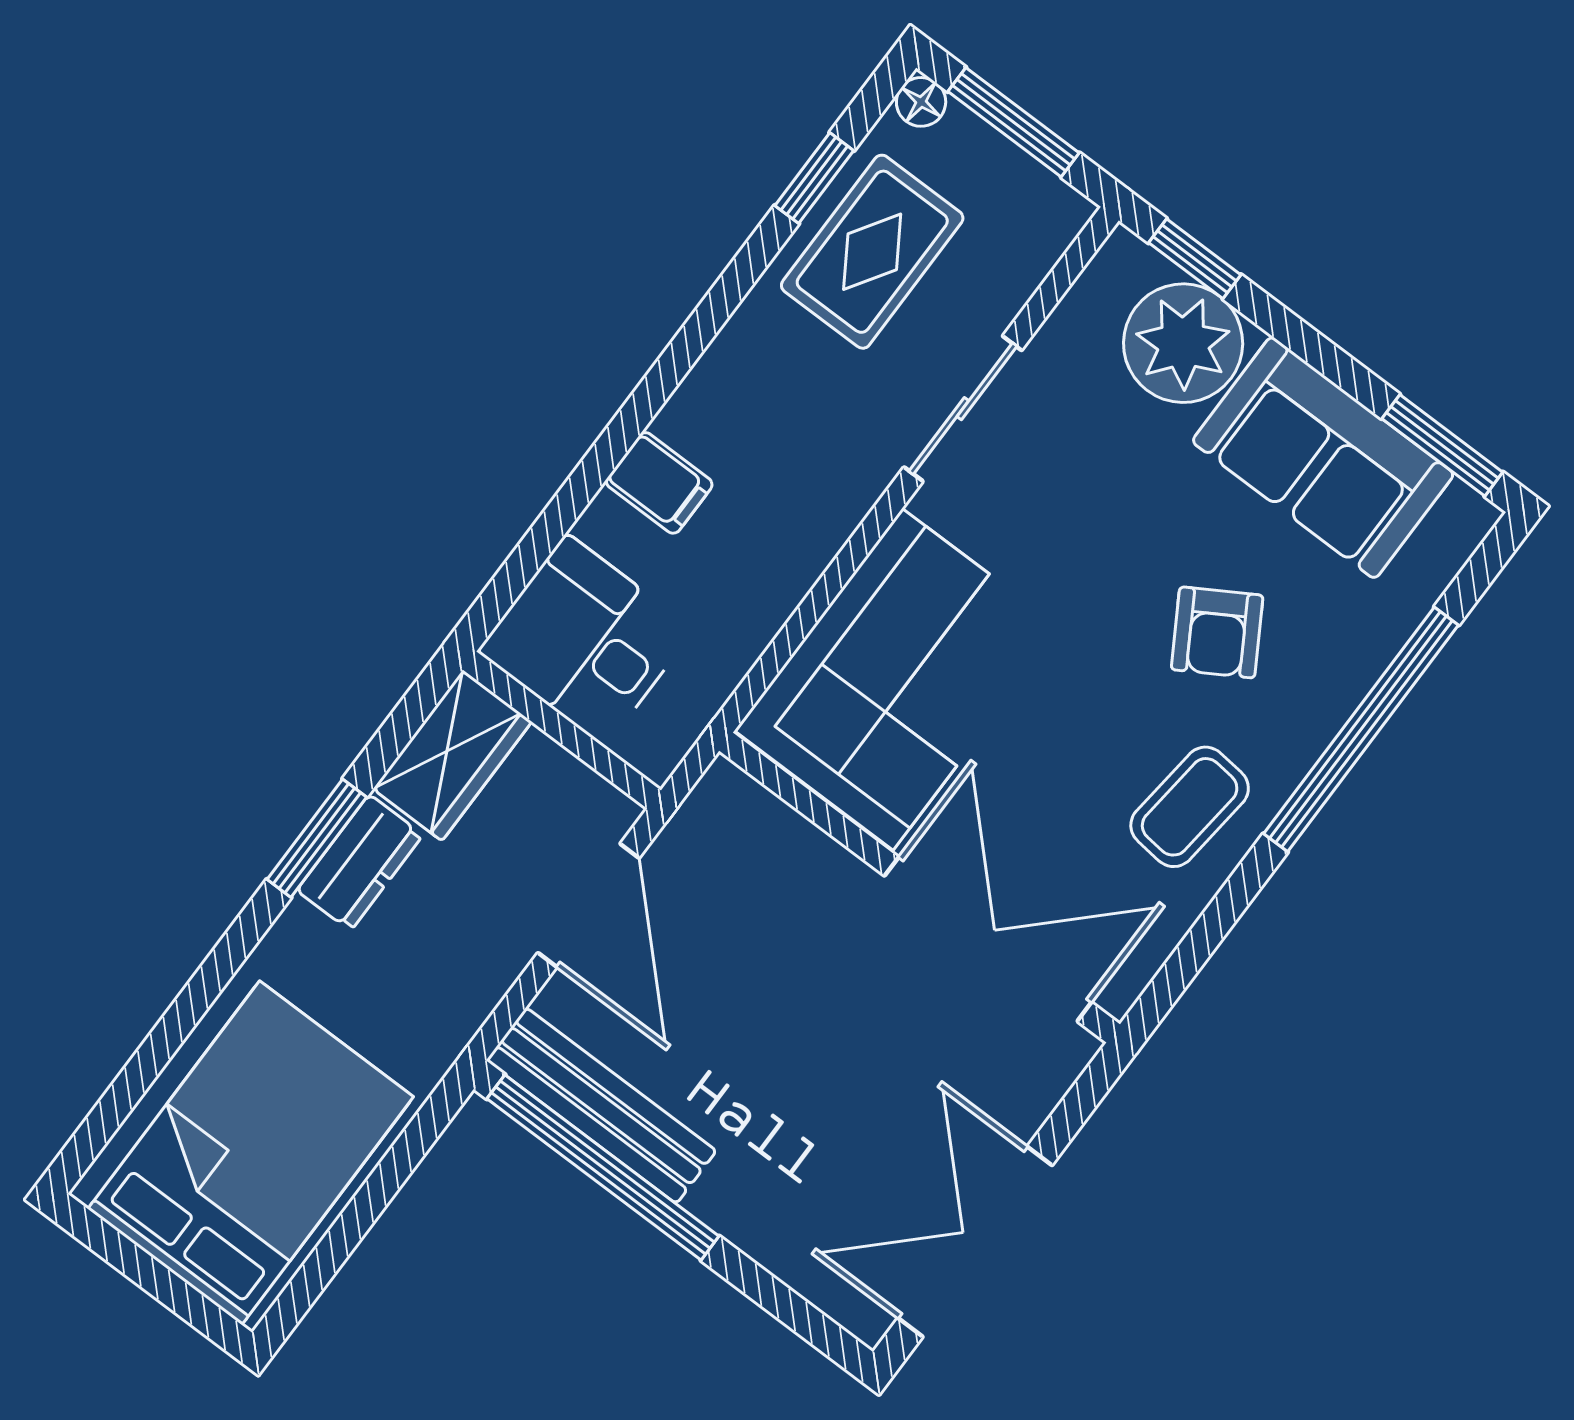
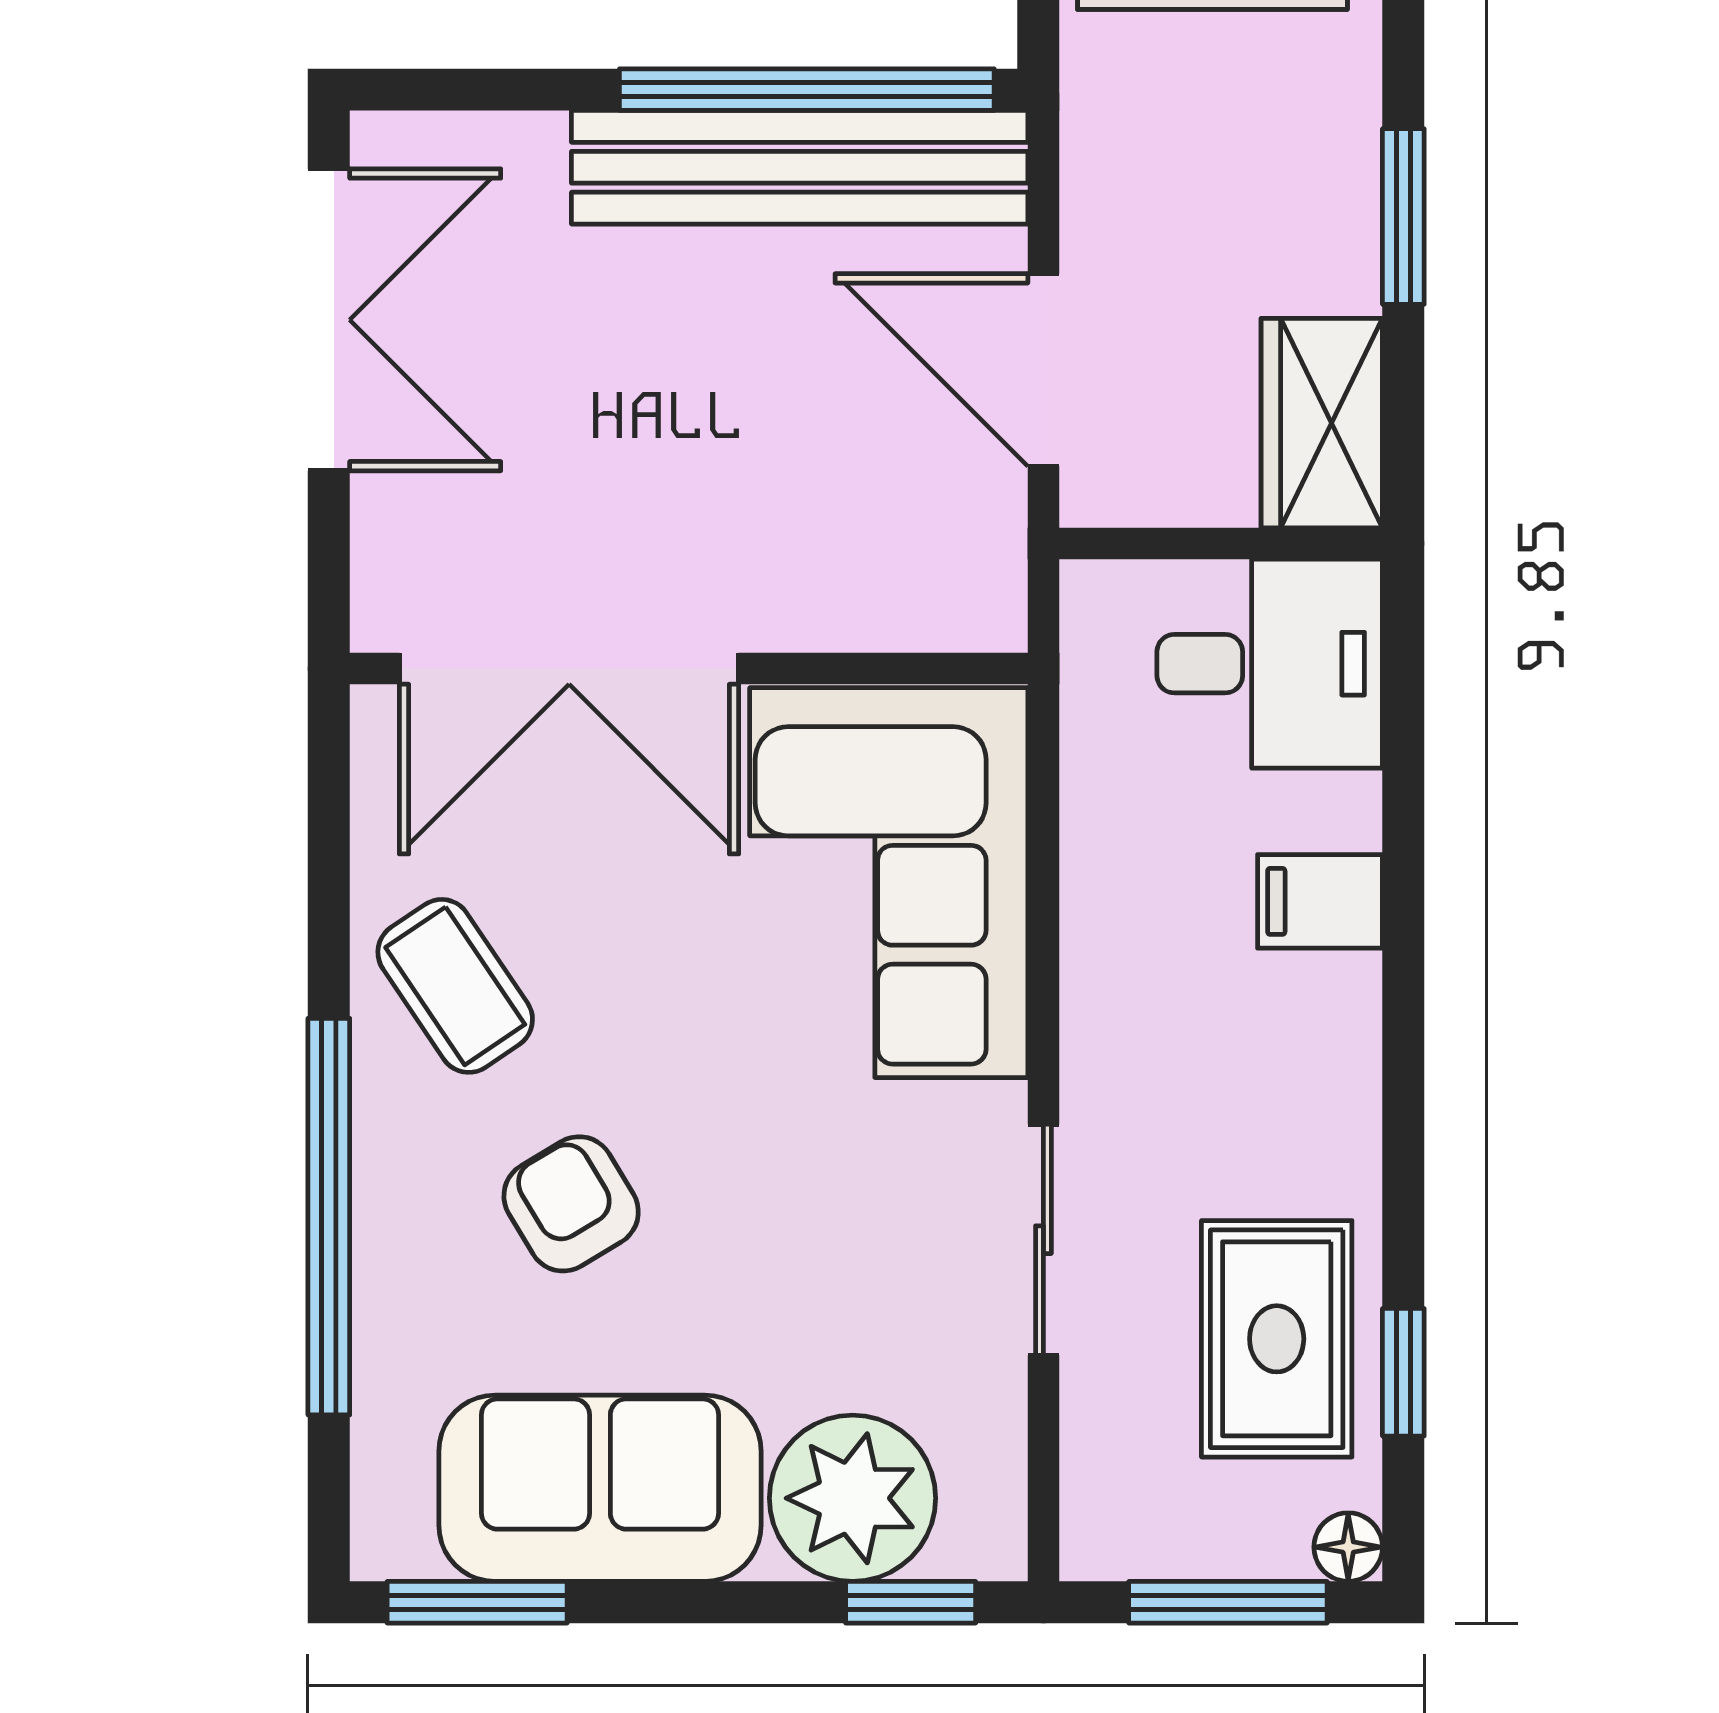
coffee table: (1190, 807) -> (455, 986), turned -40
dresser: (360, 863) -> (1335, 225), removed
bench: (601, 1106) -> (800, 167), width x1.37, depth x1.21

